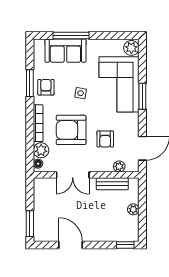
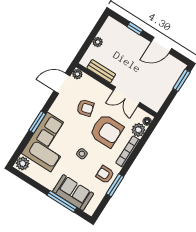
armchair: (46, 87) -> (105, 175), turned 90
armchair: (105, 139) -> (85, 108), turned 75
plant: (119, 166) -> (77, 74), moved
double door: (73, 175) -> (127, 96), swing flipped
door: (71, 245) -> (161, 45), hinge flipped
window: (125, 245) -> (135, 28), moved

